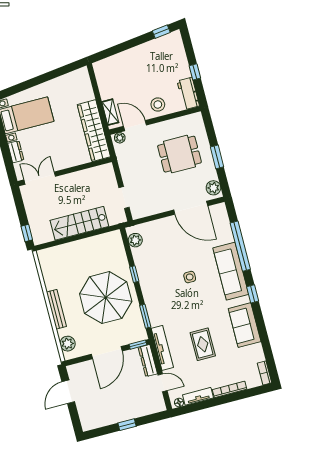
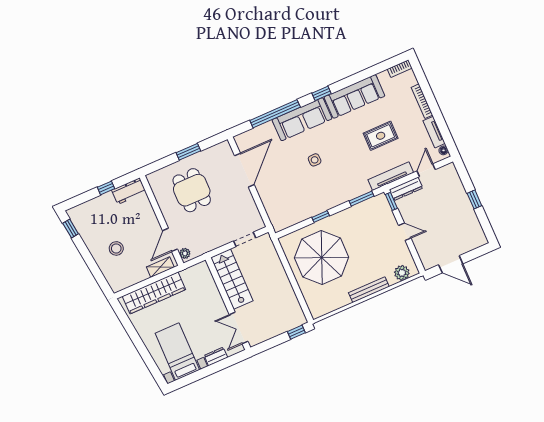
stool: (158, 104) -> (116, 248), moved
wardrobe: (94, 131) -> (154, 293), moved
plant: (213, 188) -> (220, 150), removed
stairs: (79, 223) -> (232, 279), moved, turned 180
plant: (135, 240) -> (286, 221), removed
parasol: (106, 298) -> (322, 258), moved
sofa: (245, 325) -> (354, 96), width x1.36
door: (107, 353) -> (405, 232), width x0.53

